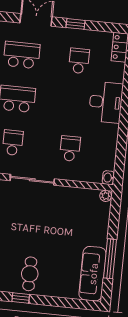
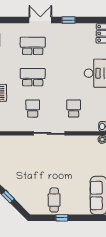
school desk: (79, 61) -> (74, 46), removed
window: (21, 298) -> (62, 218), moved

